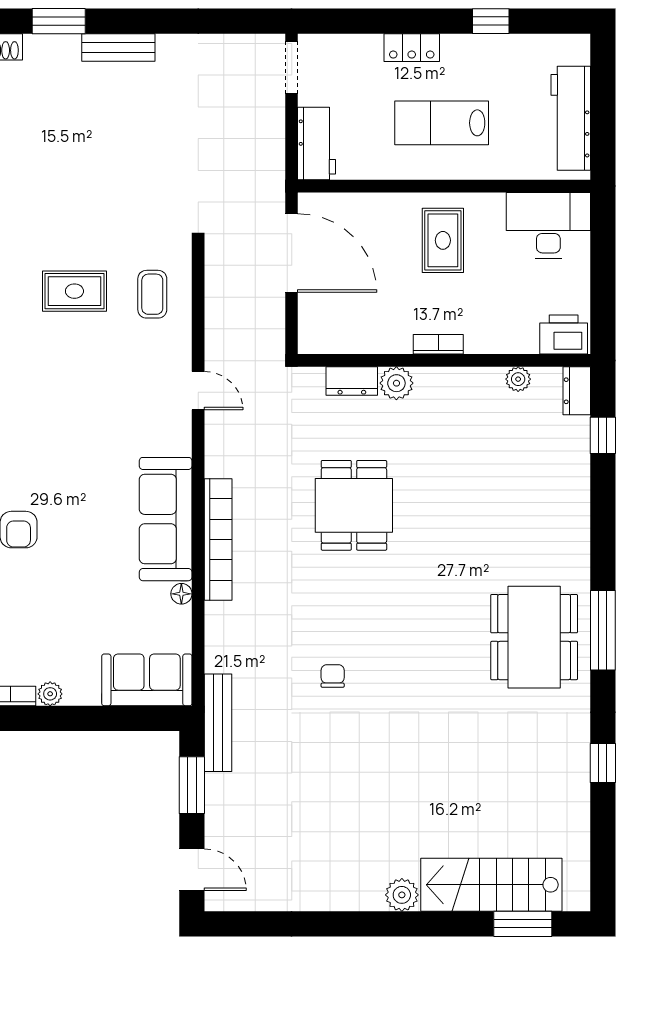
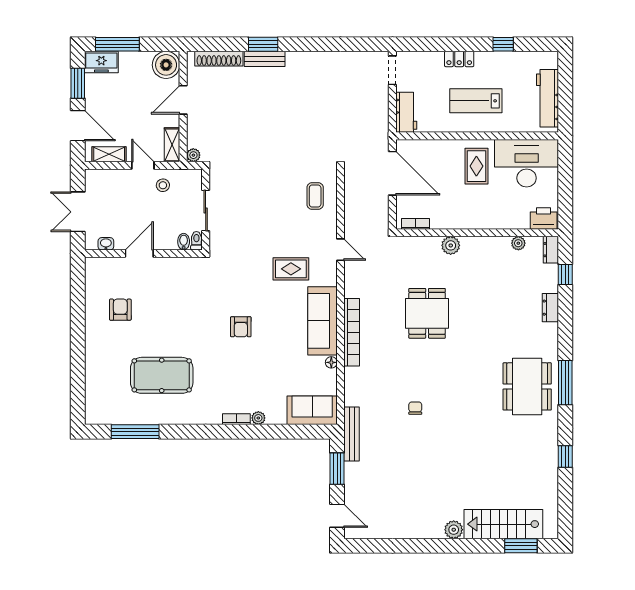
bench: (118, 47) -> (265, 59), moved
desk: (548, 225) -> (527, 163), width x1.36, depth x1.30
rug: (74, 291) -> (291, 269), moved
bookcase: (438, 344) -> (415, 224), moved
dresser: (352, 381) -> (550, 308), moved, turned 90

